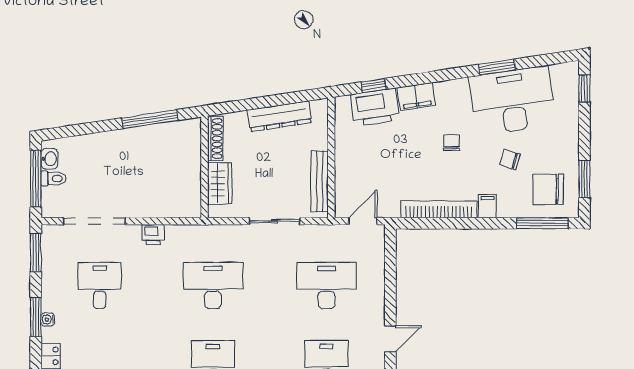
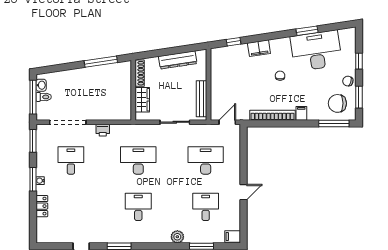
window: (584, 88) -> (359, 61), moved
printer: (375, 107) -> (235, 55), removed
chair: (510, 160) -> (348, 81), moved

